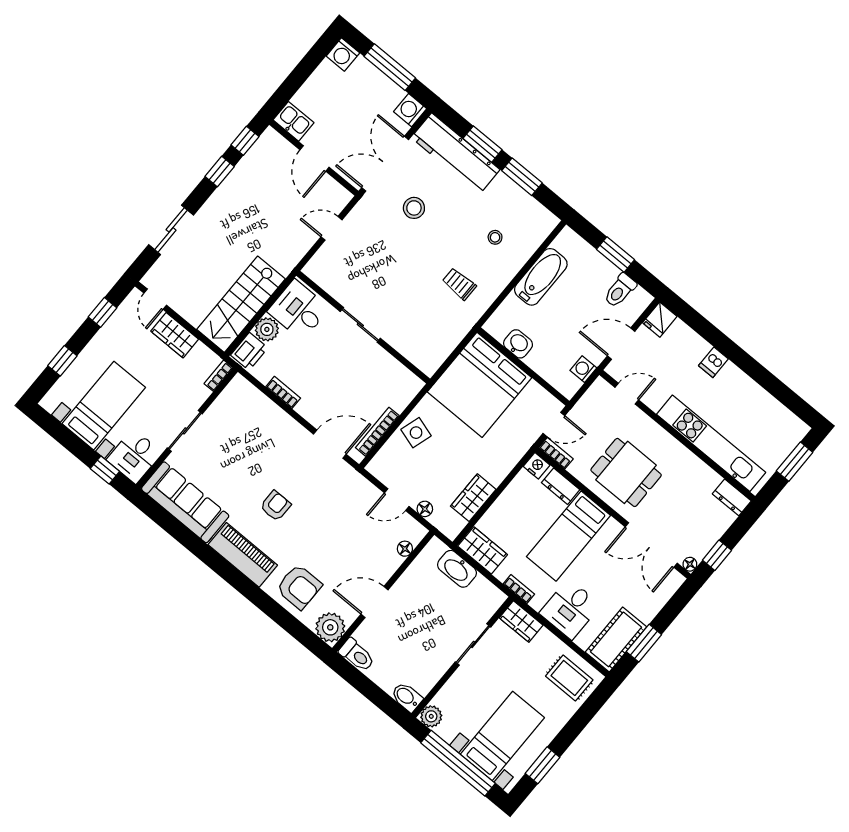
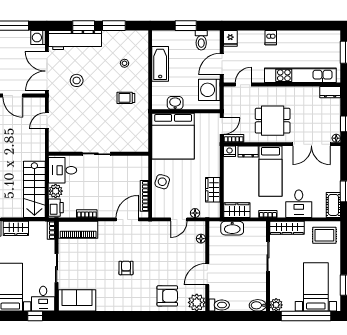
washing machine: (583, 369) -> (209, 90), width x1.89, depth x1.89
sofa: (185, 502) -> (77, 300), width x0.73
piano: (243, 555) -> (78, 230), moved, turned 180
wardrobe: (521, 622) -> (287, 228), width x1.50
cot: (616, 639) -> (333, 205), width x0.73, depth x0.75

